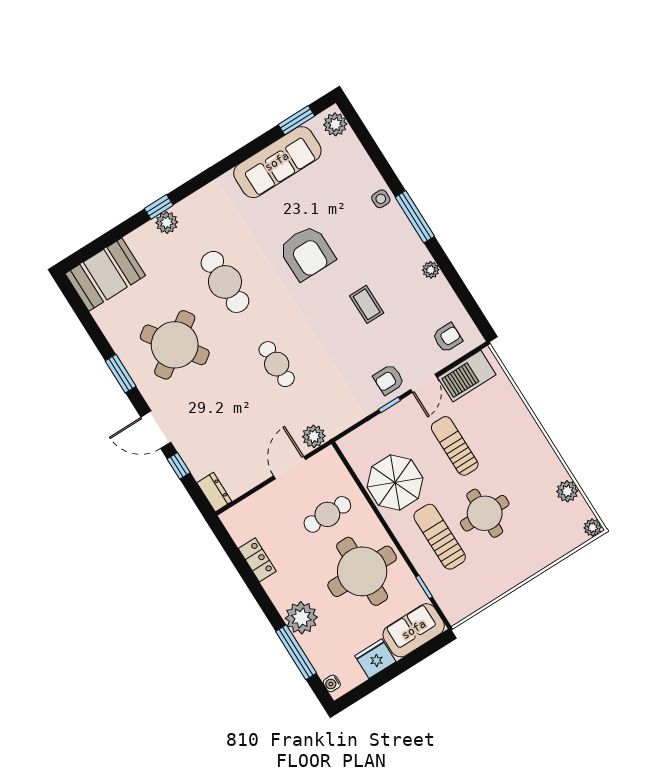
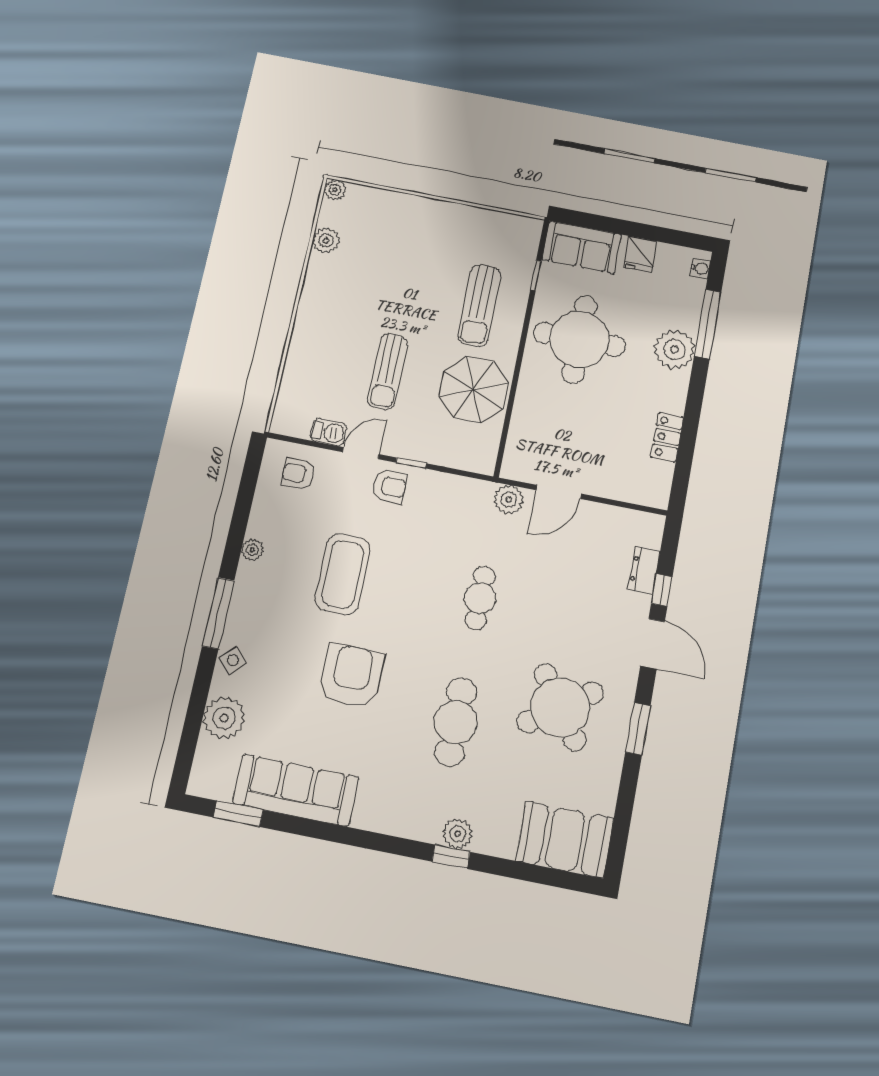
plant: (335, 124) -> (224, 718), moved, width x1.36, depth x1.36
side table: (381, 199) -> (233, 660), turned 45
coffee table: (367, 304) -> (343, 574), width x1.86, depth x1.72
barbecue: (467, 376) -> (328, 432), width x0.53, depth x0.65
dresser: (214, 492) -> (644, 570), moved
round table: (485, 513) -> (419, 289), removed
cafe table: (327, 514) -> (563, 418), removed
fridge: (375, 659) -> (640, 254), width x0.72

